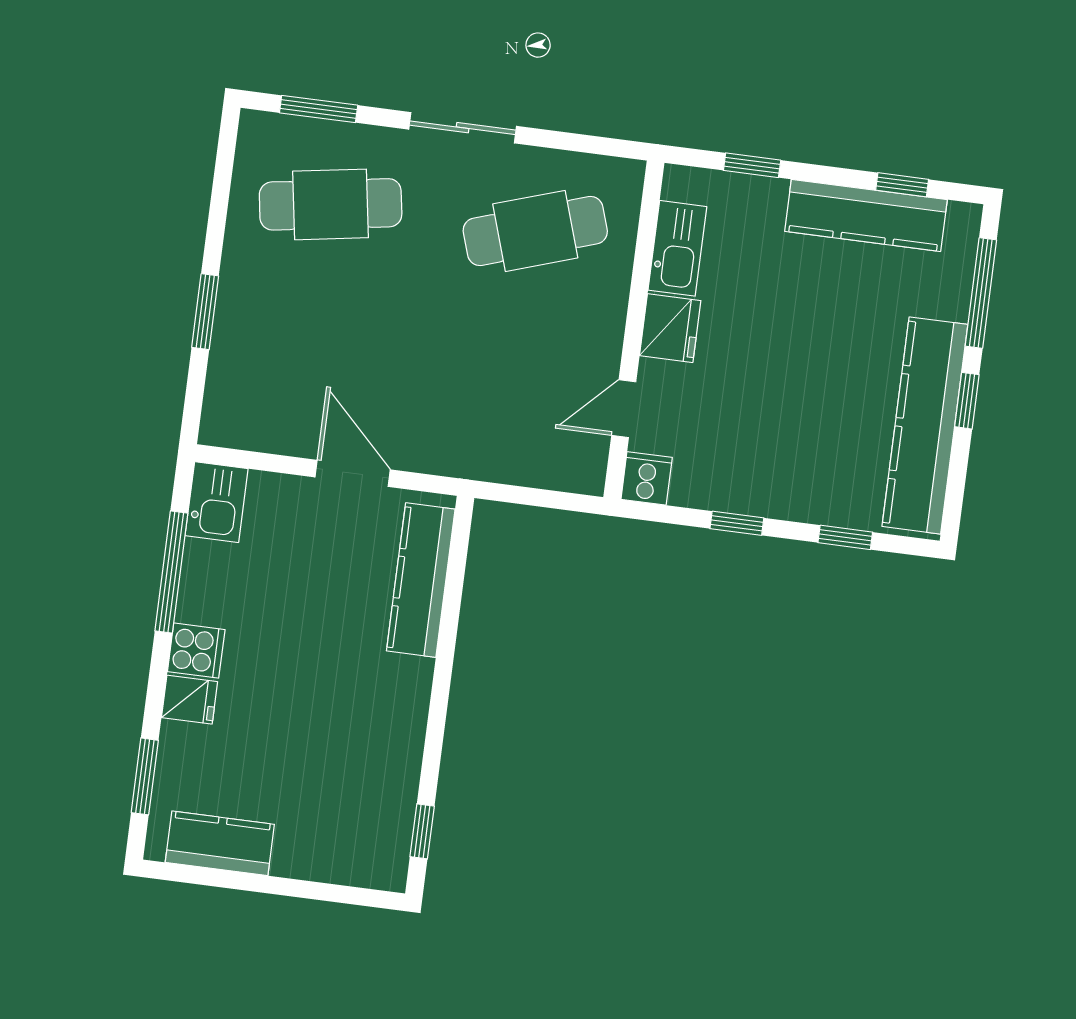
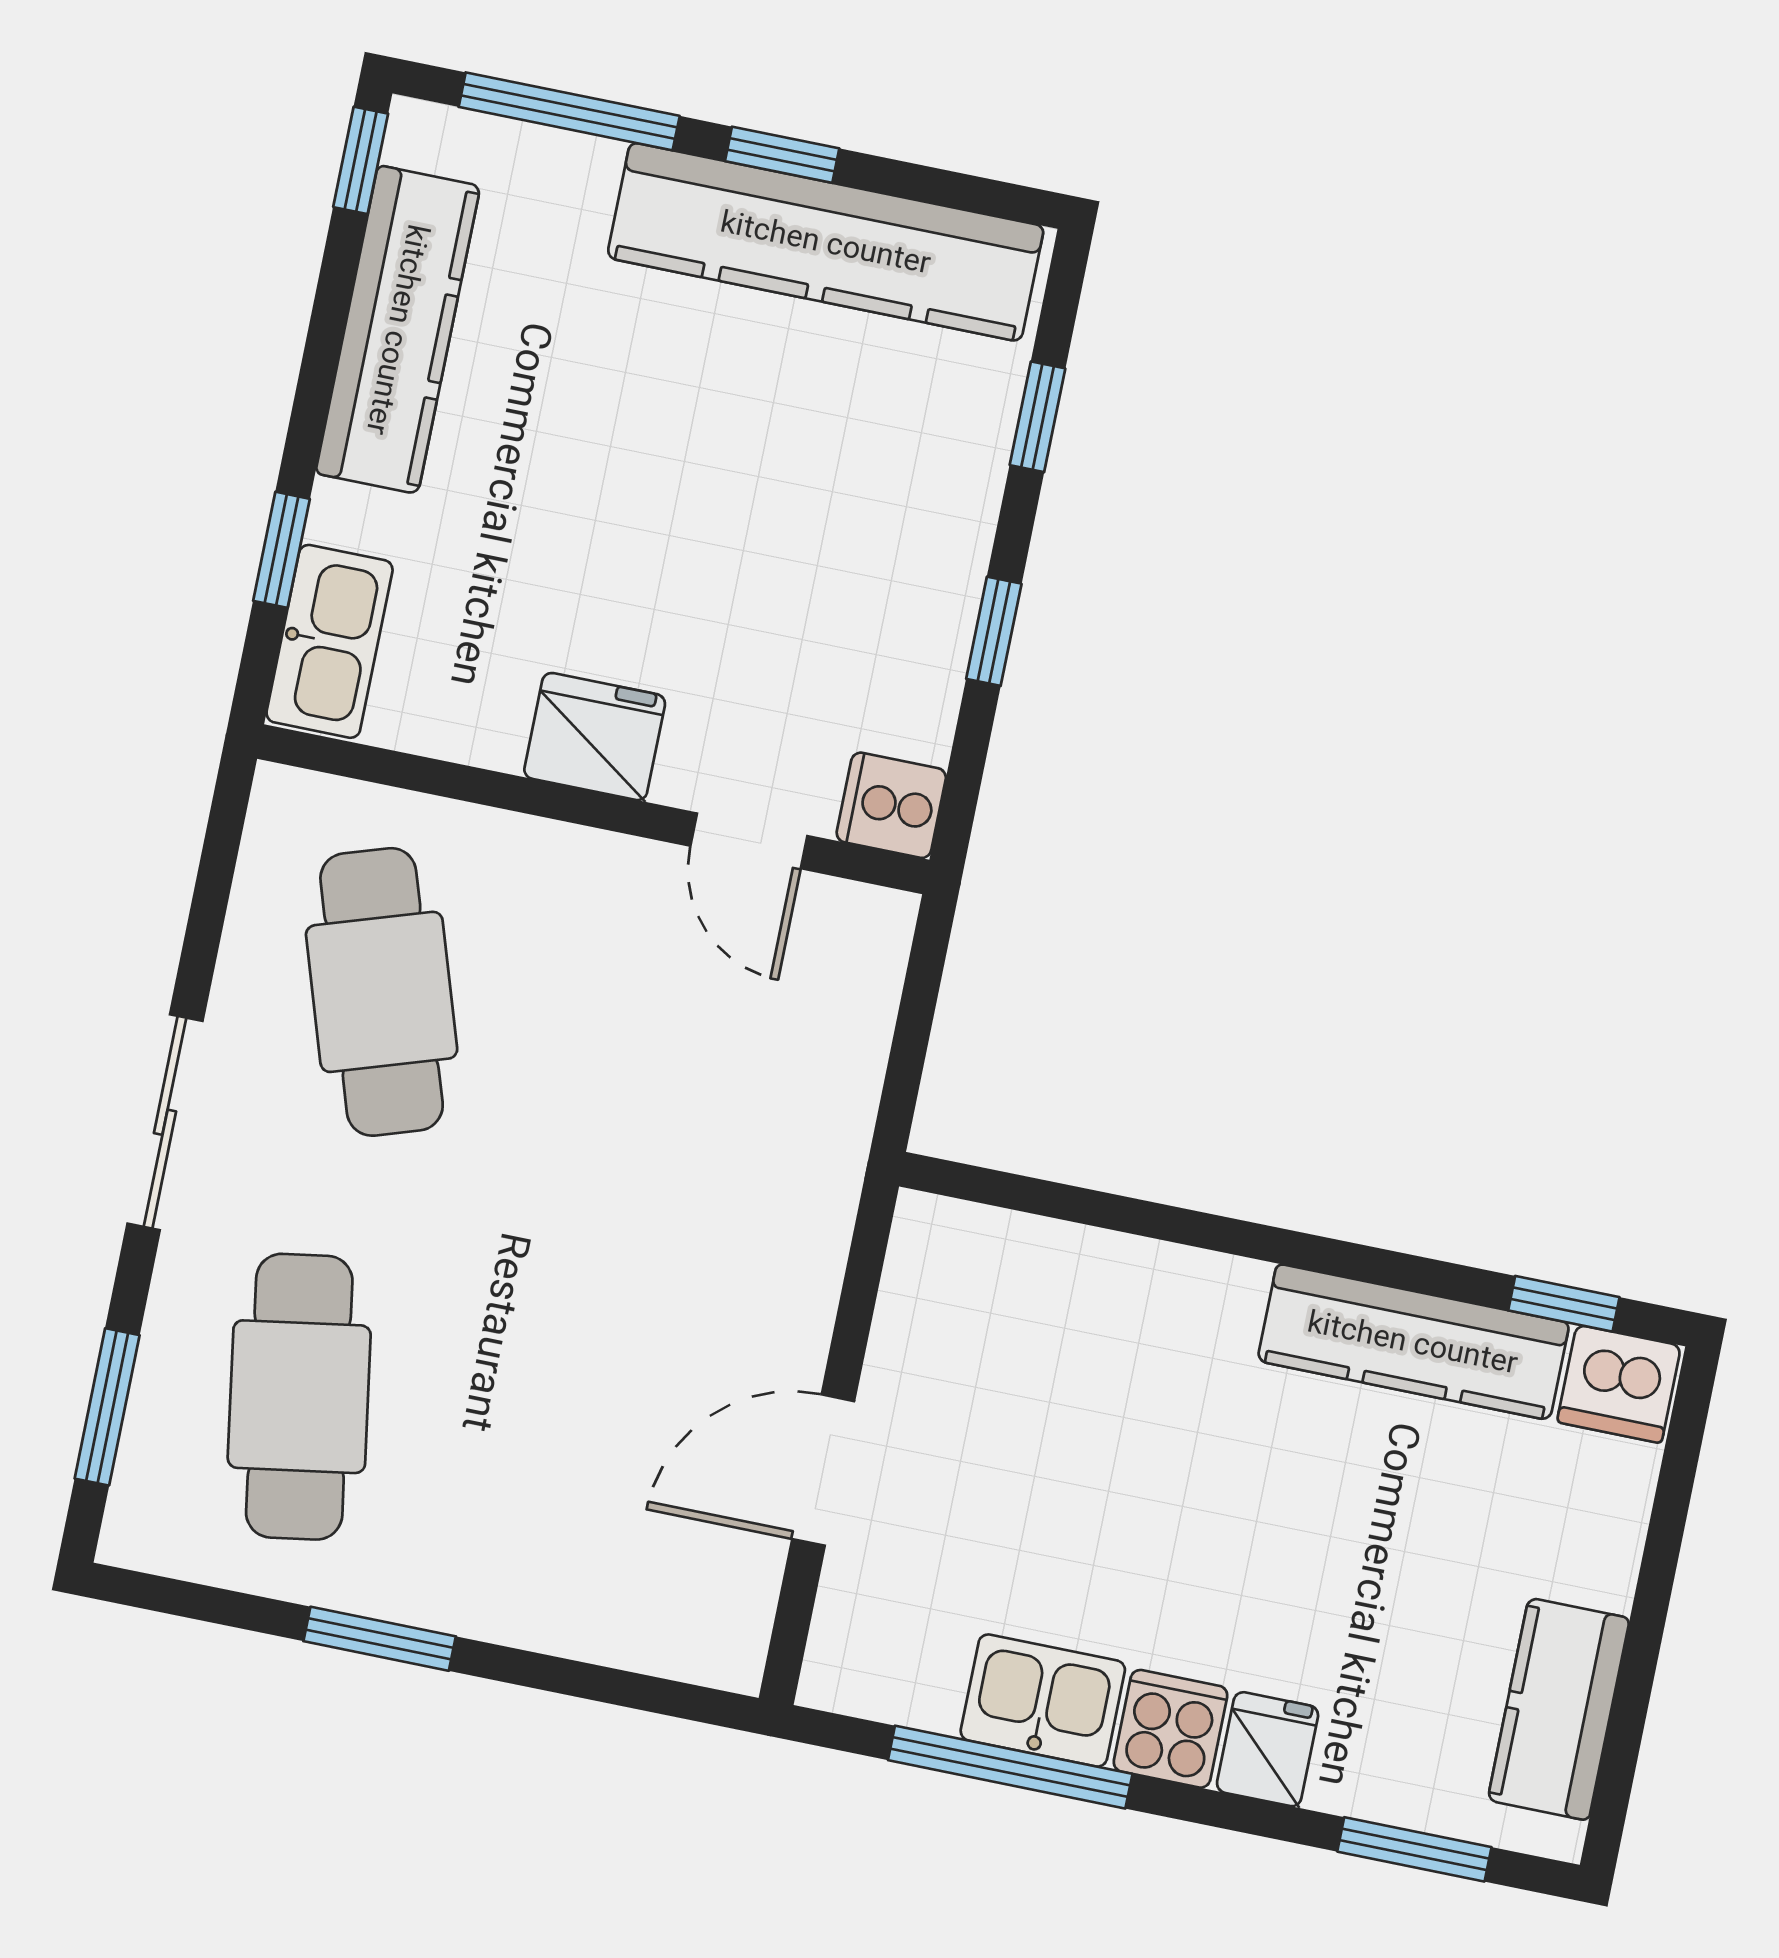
window: (902, 185) -> (361, 160), moved
kitchen sink: (677, 248) -> (330, 641), moved, turned 90
window: (205, 312) -> (380, 1639), moved
door: (353, 473) -> (823, 1470), moved
kitchen sink: (217, 502) -> (1043, 1701), moved
kitchen counter: (421, 580) -> (1413, 1342), moved
dishwasher: (384, 862) -> (1619, 1384), added

